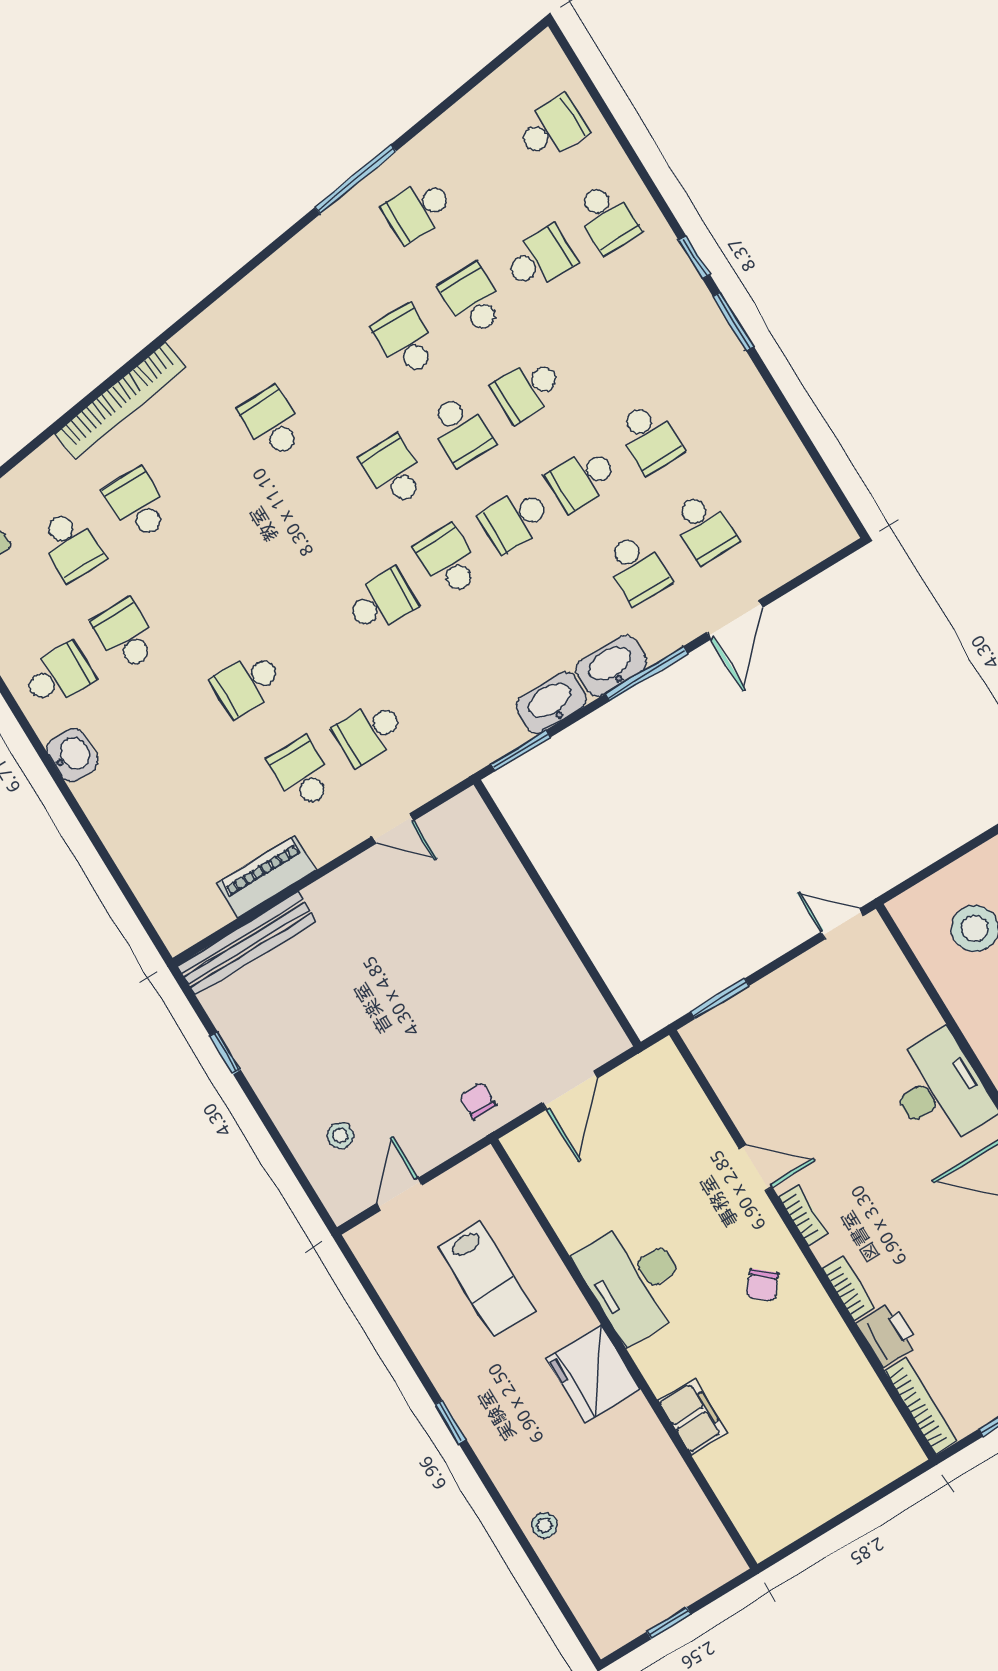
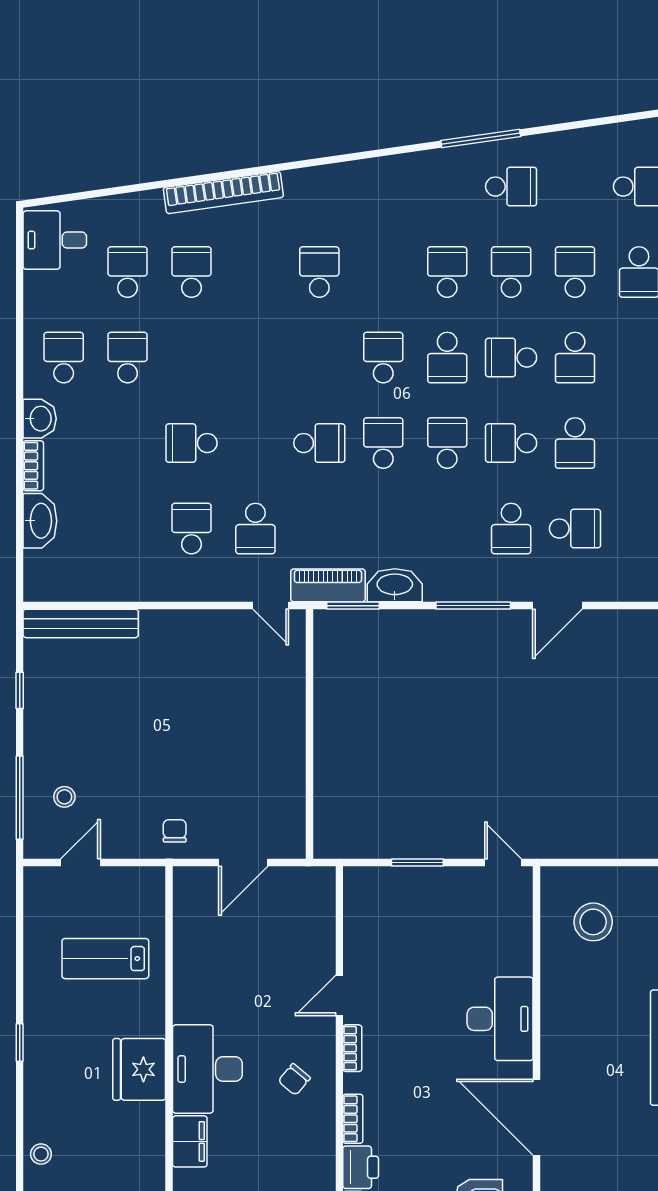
school desk: (418, 210) -> (511, 187), turned 180
school desk: (540, 259) -> (575, 272), turned -90
school desk: (595, 348) -> (575, 358), added
school desk: (515, 520) -> (447, 443), turned 90
school desk: (704, 528) -> (575, 529), turned -90
school desk: (71, 545) -> (128, 272), turned 180
washbasin: (611, 666) -> (40, 521), moved, turned 90
school desk: (58, 676) -> (64, 358), turned -90
school desk: (369, 732) -> (255, 529), turned -90
bookcase: (96, 809) -> (33, 466), added
door: (393, 828) -> (271, 606), moved
piano: (266, 877) -> (328, 585), moved
window: (720, 999) -> (417, 863), moved
window: (294, 1165) -> (20, 798), added
door: (756, 1168) -> (339, 995), swing flipped
lab bench: (487, 1279) -> (105, 959), turned 90
desk: (634, 1280) -> (207, 1069), moved

